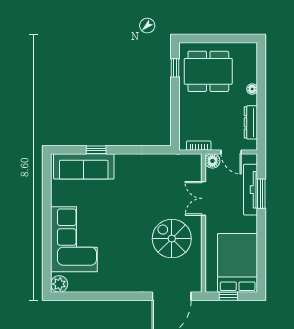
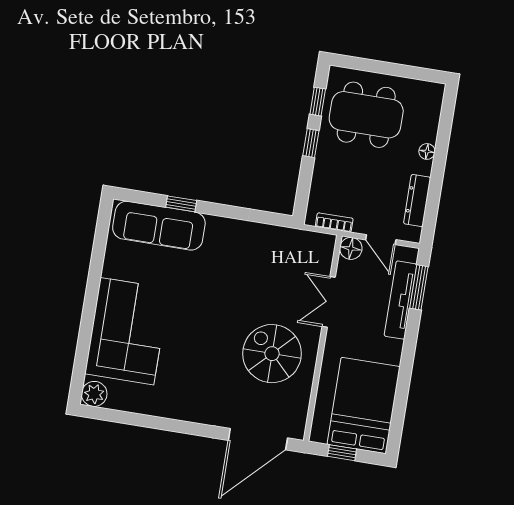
window: (175, 96) -> (311, 143), added
window: (261, 194) -> (419, 287), moved

